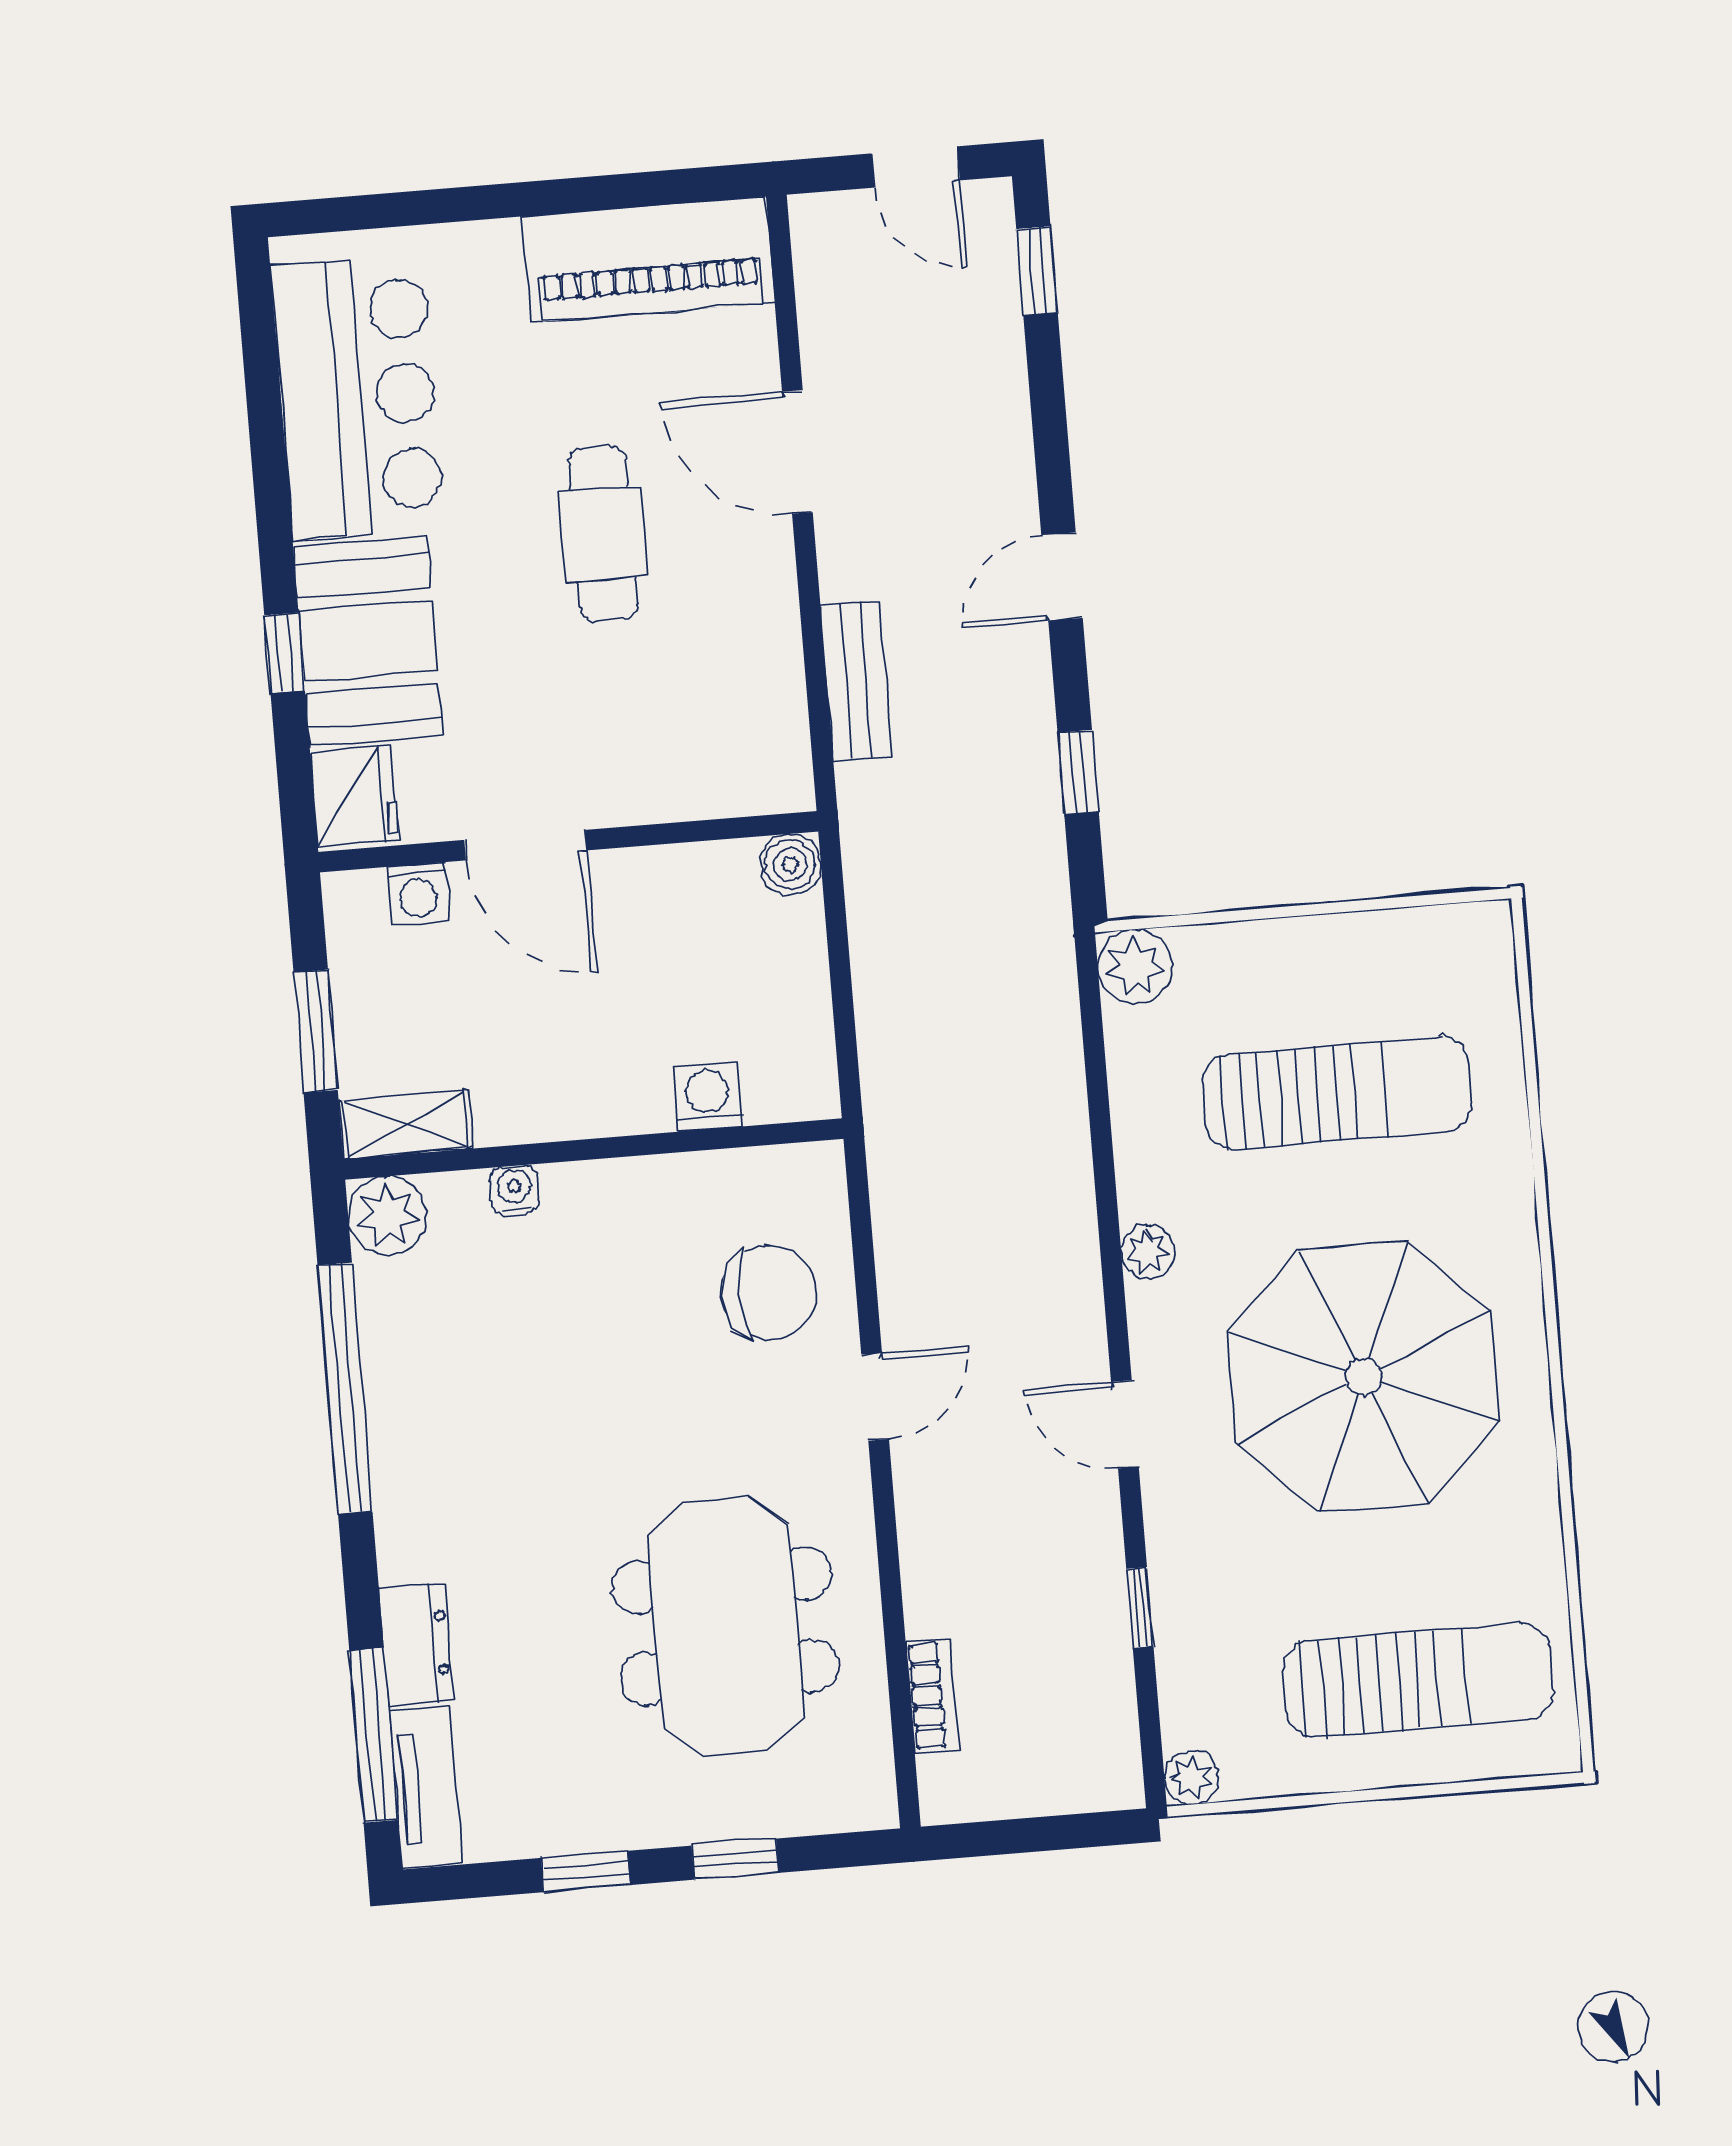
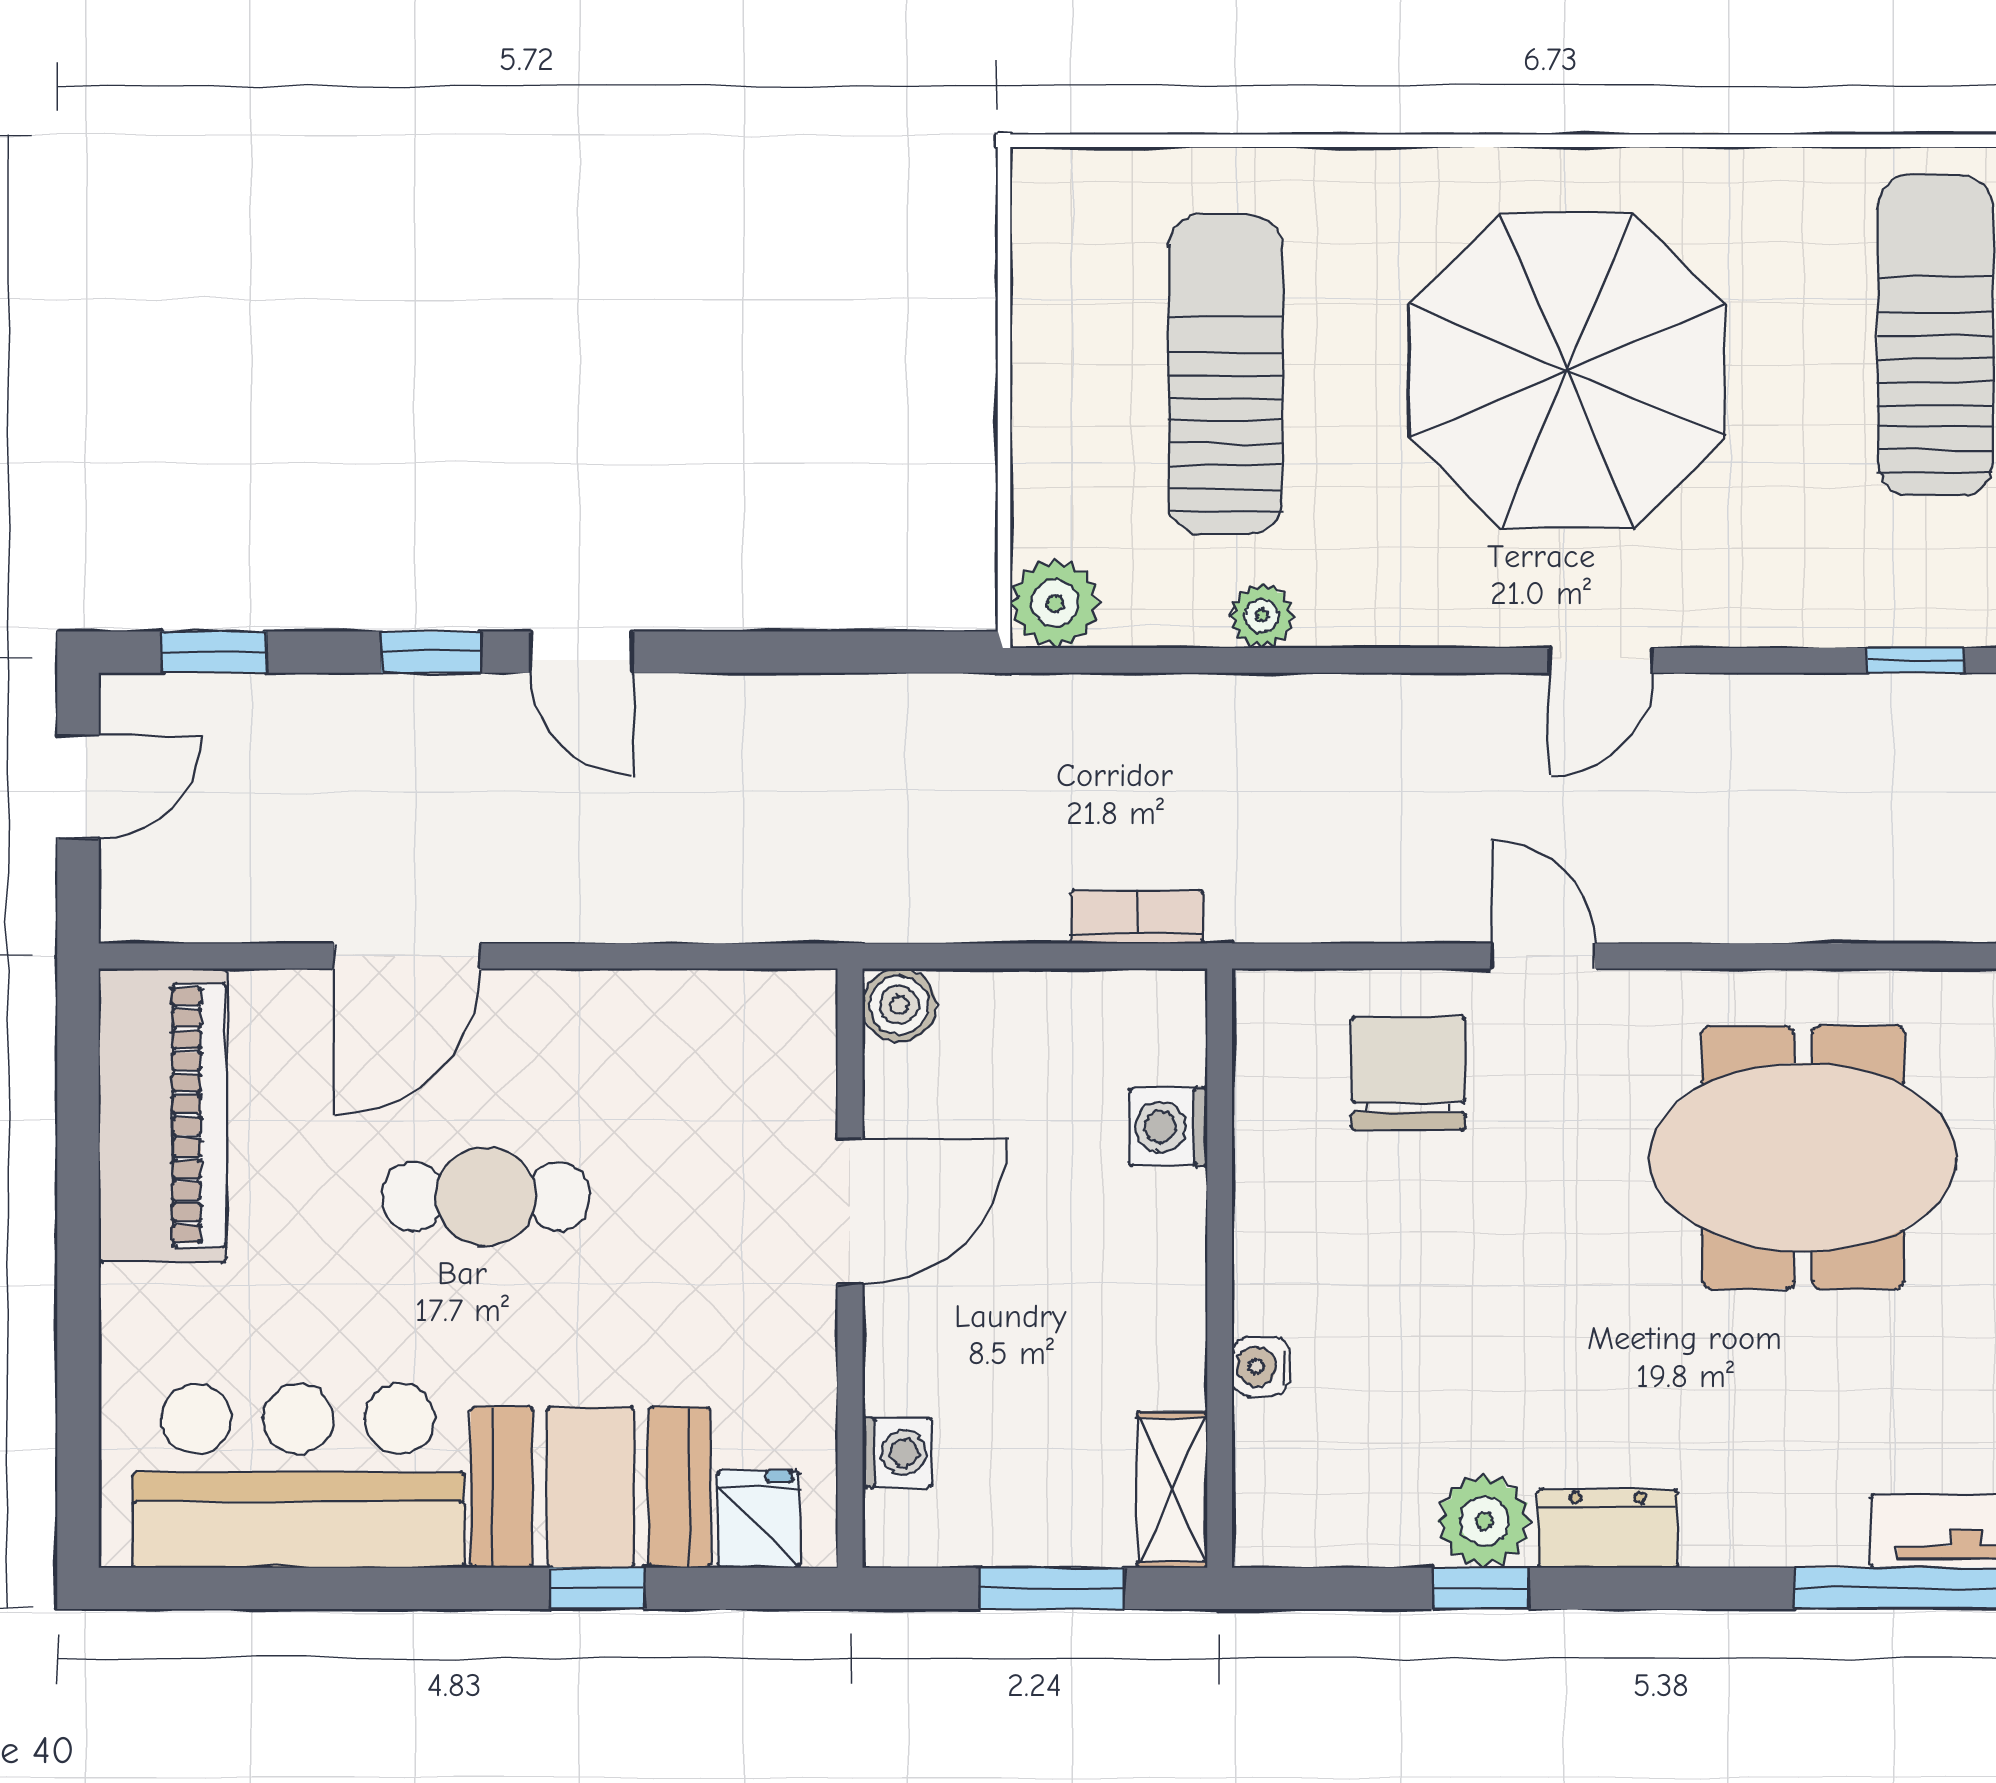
bench: (856, 681) -> (686, 908), removed
window: (1078, 772) -> (431, 652), moved
fridge: (354, 796) -> (758, 1519), width x0.72
door: (526, 845) -> (850, 1212), moved
plant: (387, 1216) -> (1484, 1521), moved
plant: (1148, 1252) -> (1262, 616), moved
window: (345, 1388) -> (1481, 1588), width x0.32
window: (1140, 1608) -> (1915, 660), moved
dresser: (416, 1644) -> (1608, 1529), moved
bookcase: (932, 1695) -> (1137, 917), moved

